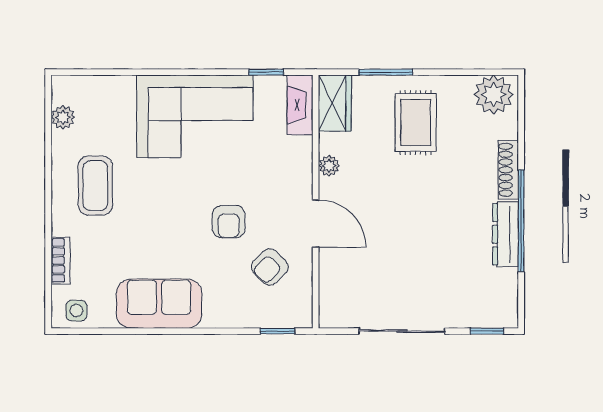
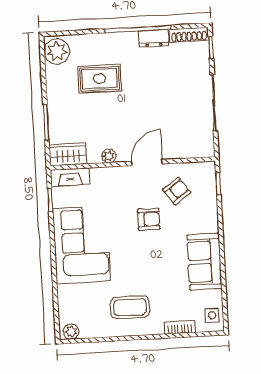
plant: (63, 117) -> (71, 332), moved
rug: (416, 123) -> (100, 79), moved
shoe rack: (508, 170) -> (189, 35), moved
dresser: (506, 234) -> (154, 38), width x0.70
armchair: (270, 267) -> (177, 191), turned -81

